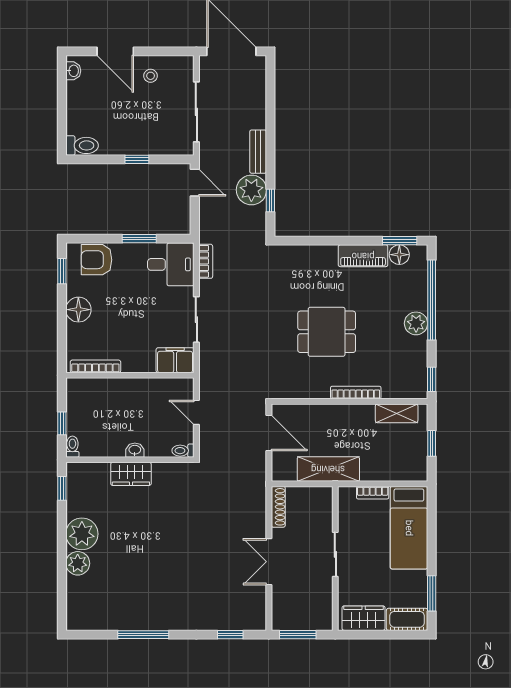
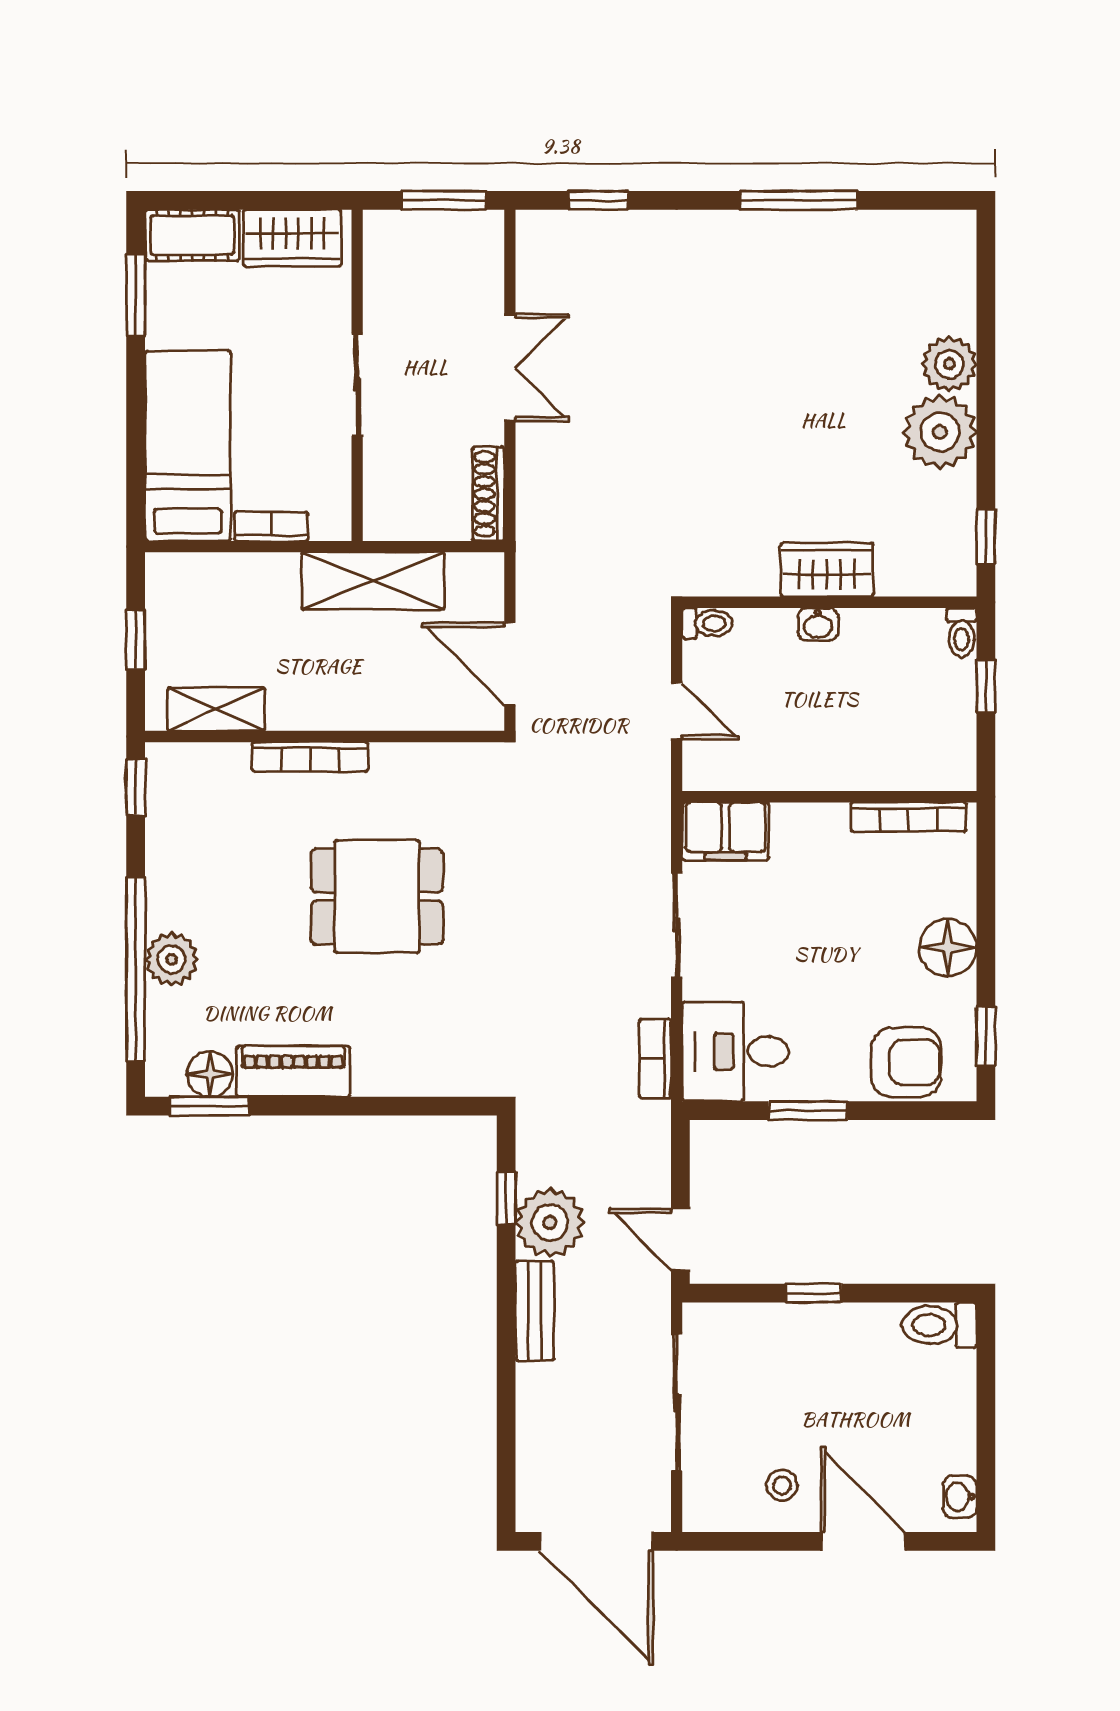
plant: (416, 323) -> (171, 959), moved

